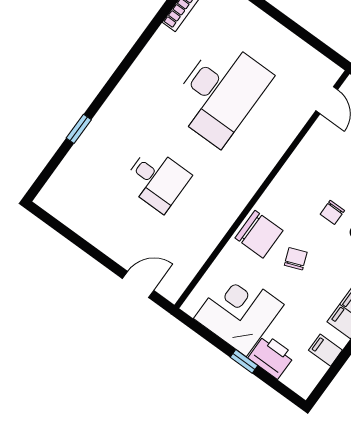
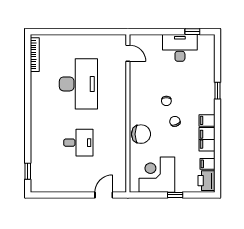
window: (79, 129) -> (28, 171), moved
chair: (296, 259) -> (175, 121), moved
printer: (272, 357) -> (207, 181), moved, turned -90

